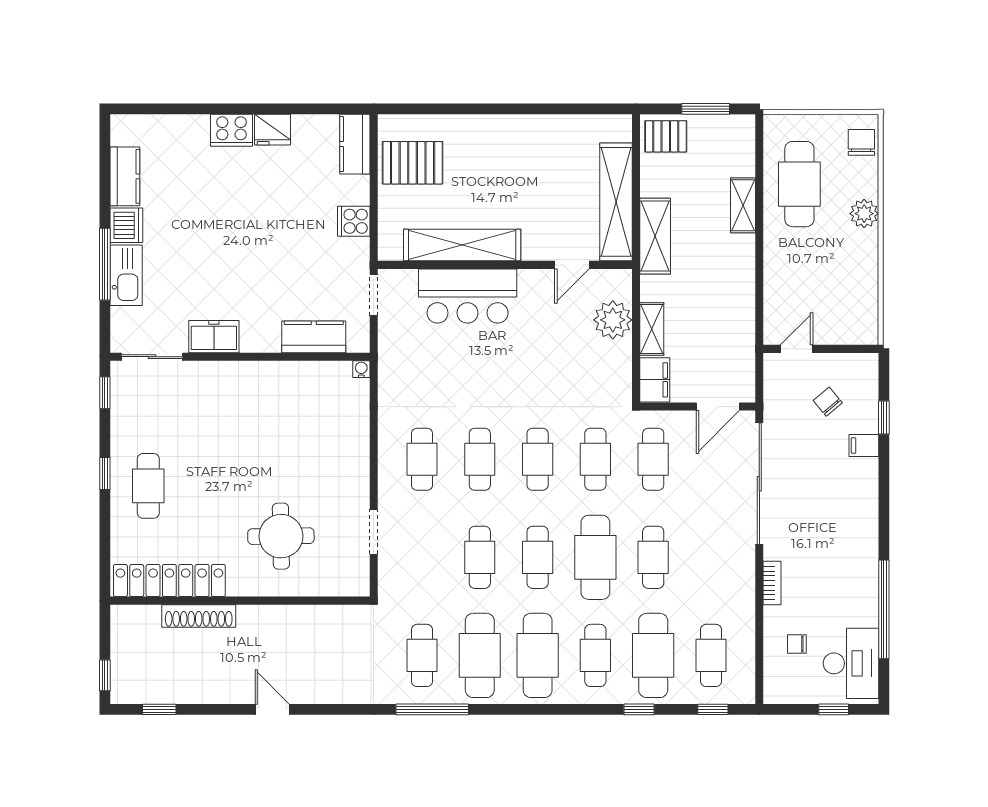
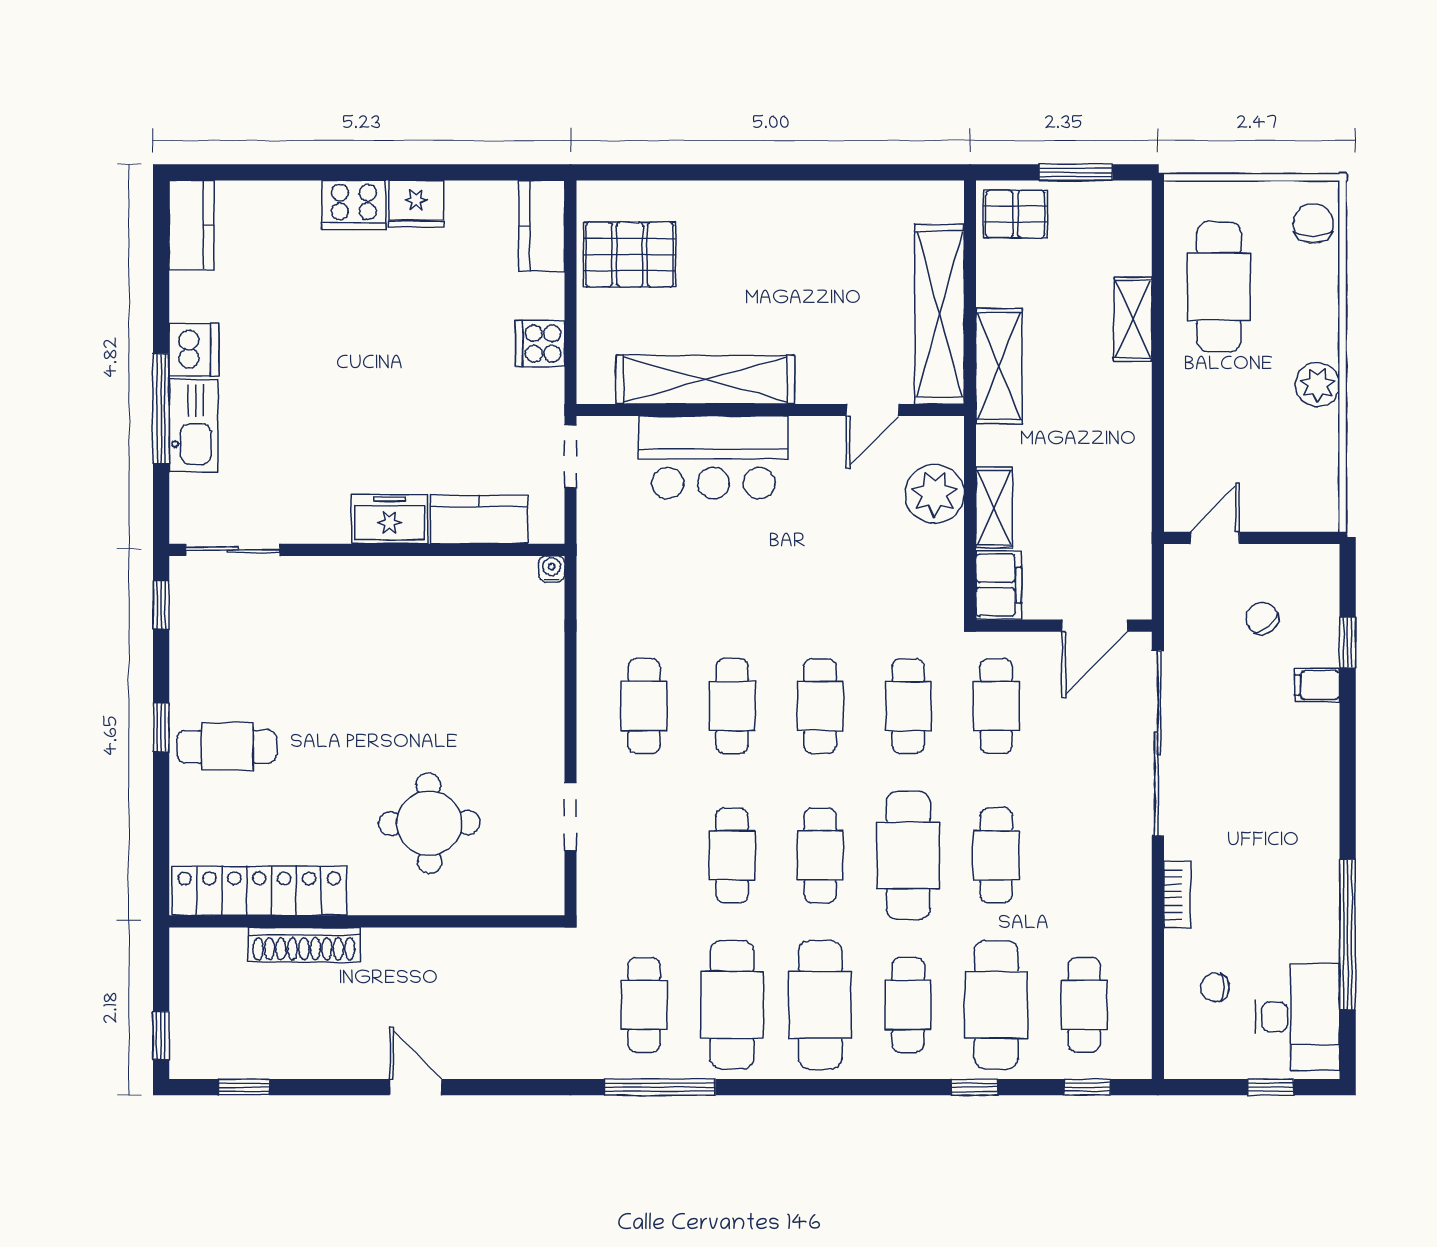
kitchen counter: (125, 176) -> (191, 225), moved
plant: (864, 214) -> (1318, 385), moved
freezer: (214, 337) -> (389, 519), moved
cafe table: (148, 486) -> (227, 747), turned 90

